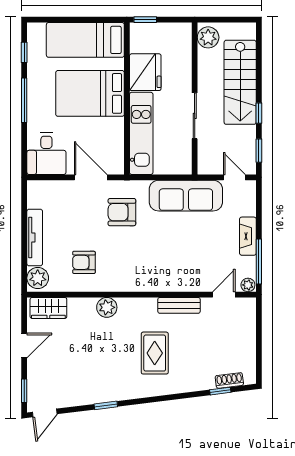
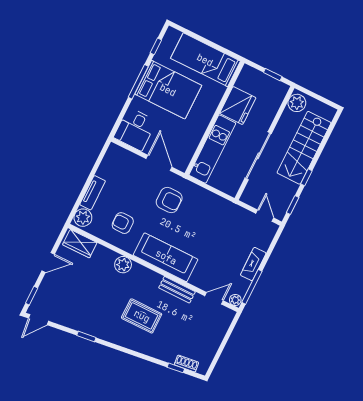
window: (145, 20) -> (273, 75), moved
bed: (90, 93) -> (168, 90), moved, turned 180
sliding door: (195, 116) -> (258, 156), width x1.37
sofa: (186, 196) -> (166, 257), moved, turned 180
armchair: (122, 212) -> (169, 200), turned 180
tv unit: (35, 237) -> (93, 193), width x0.71
rug: (155, 353) -> (142, 316), turned 90

